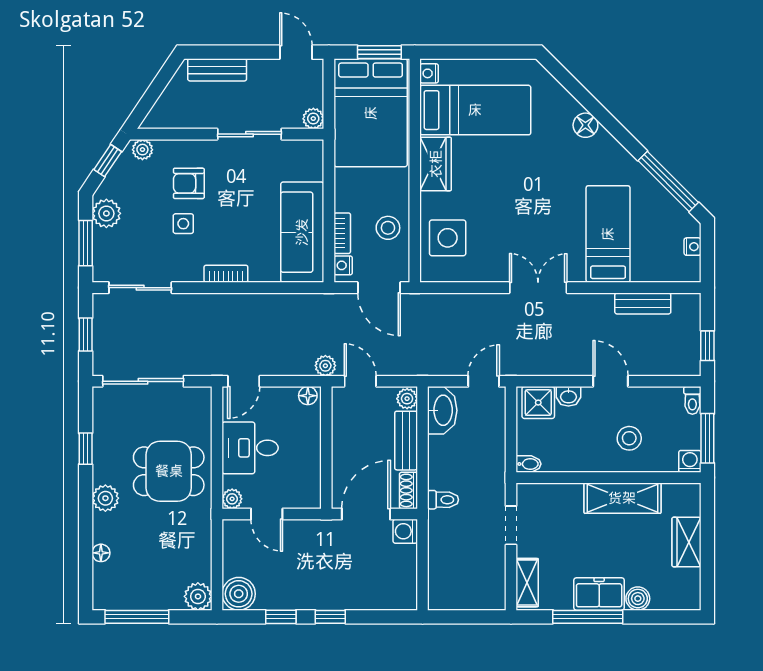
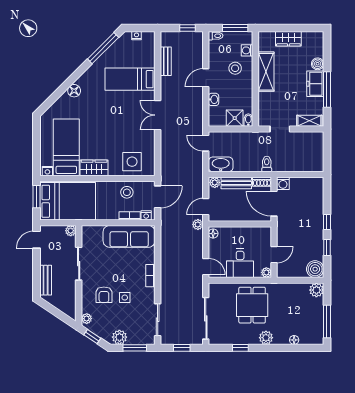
shower: (538, 403) -> (235, 118), moved
washing machine: (690, 461) -> (247, 50), moved

